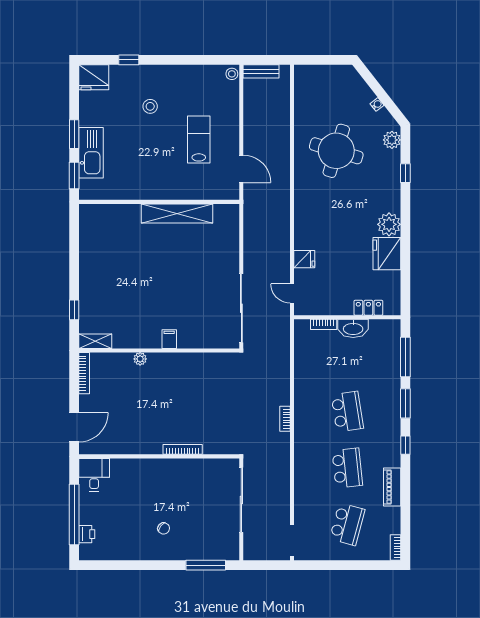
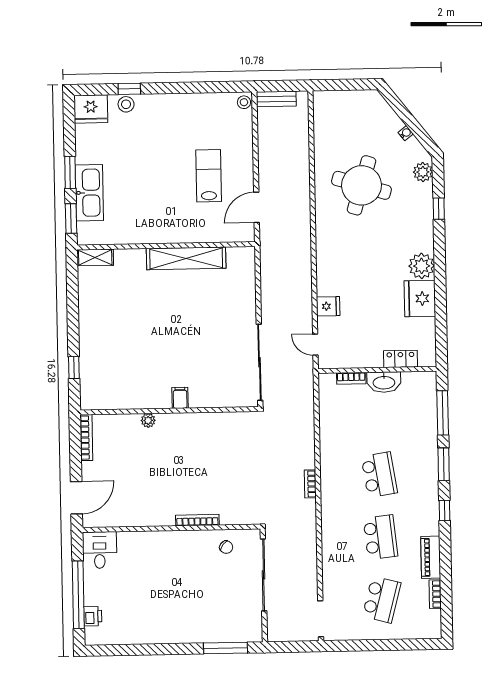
stool: (150, 106) -> (126, 104), moved
door: (241, 169) -> (257, 207), swing flipped
shelving: (95, 341) -> (95, 257), moved
chair: (164, 528) -> (226, 547), moved
bookcase: (396, 547) -> (435, 594), moved

